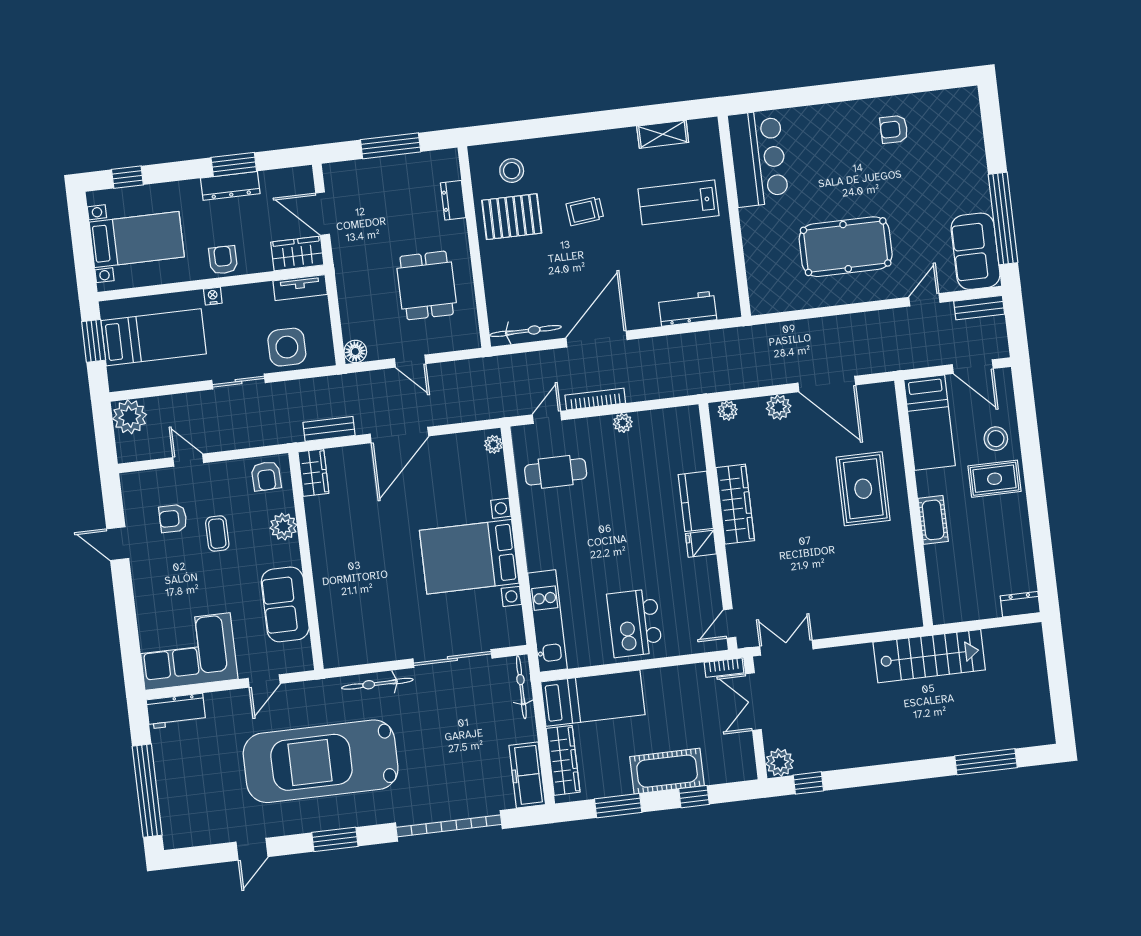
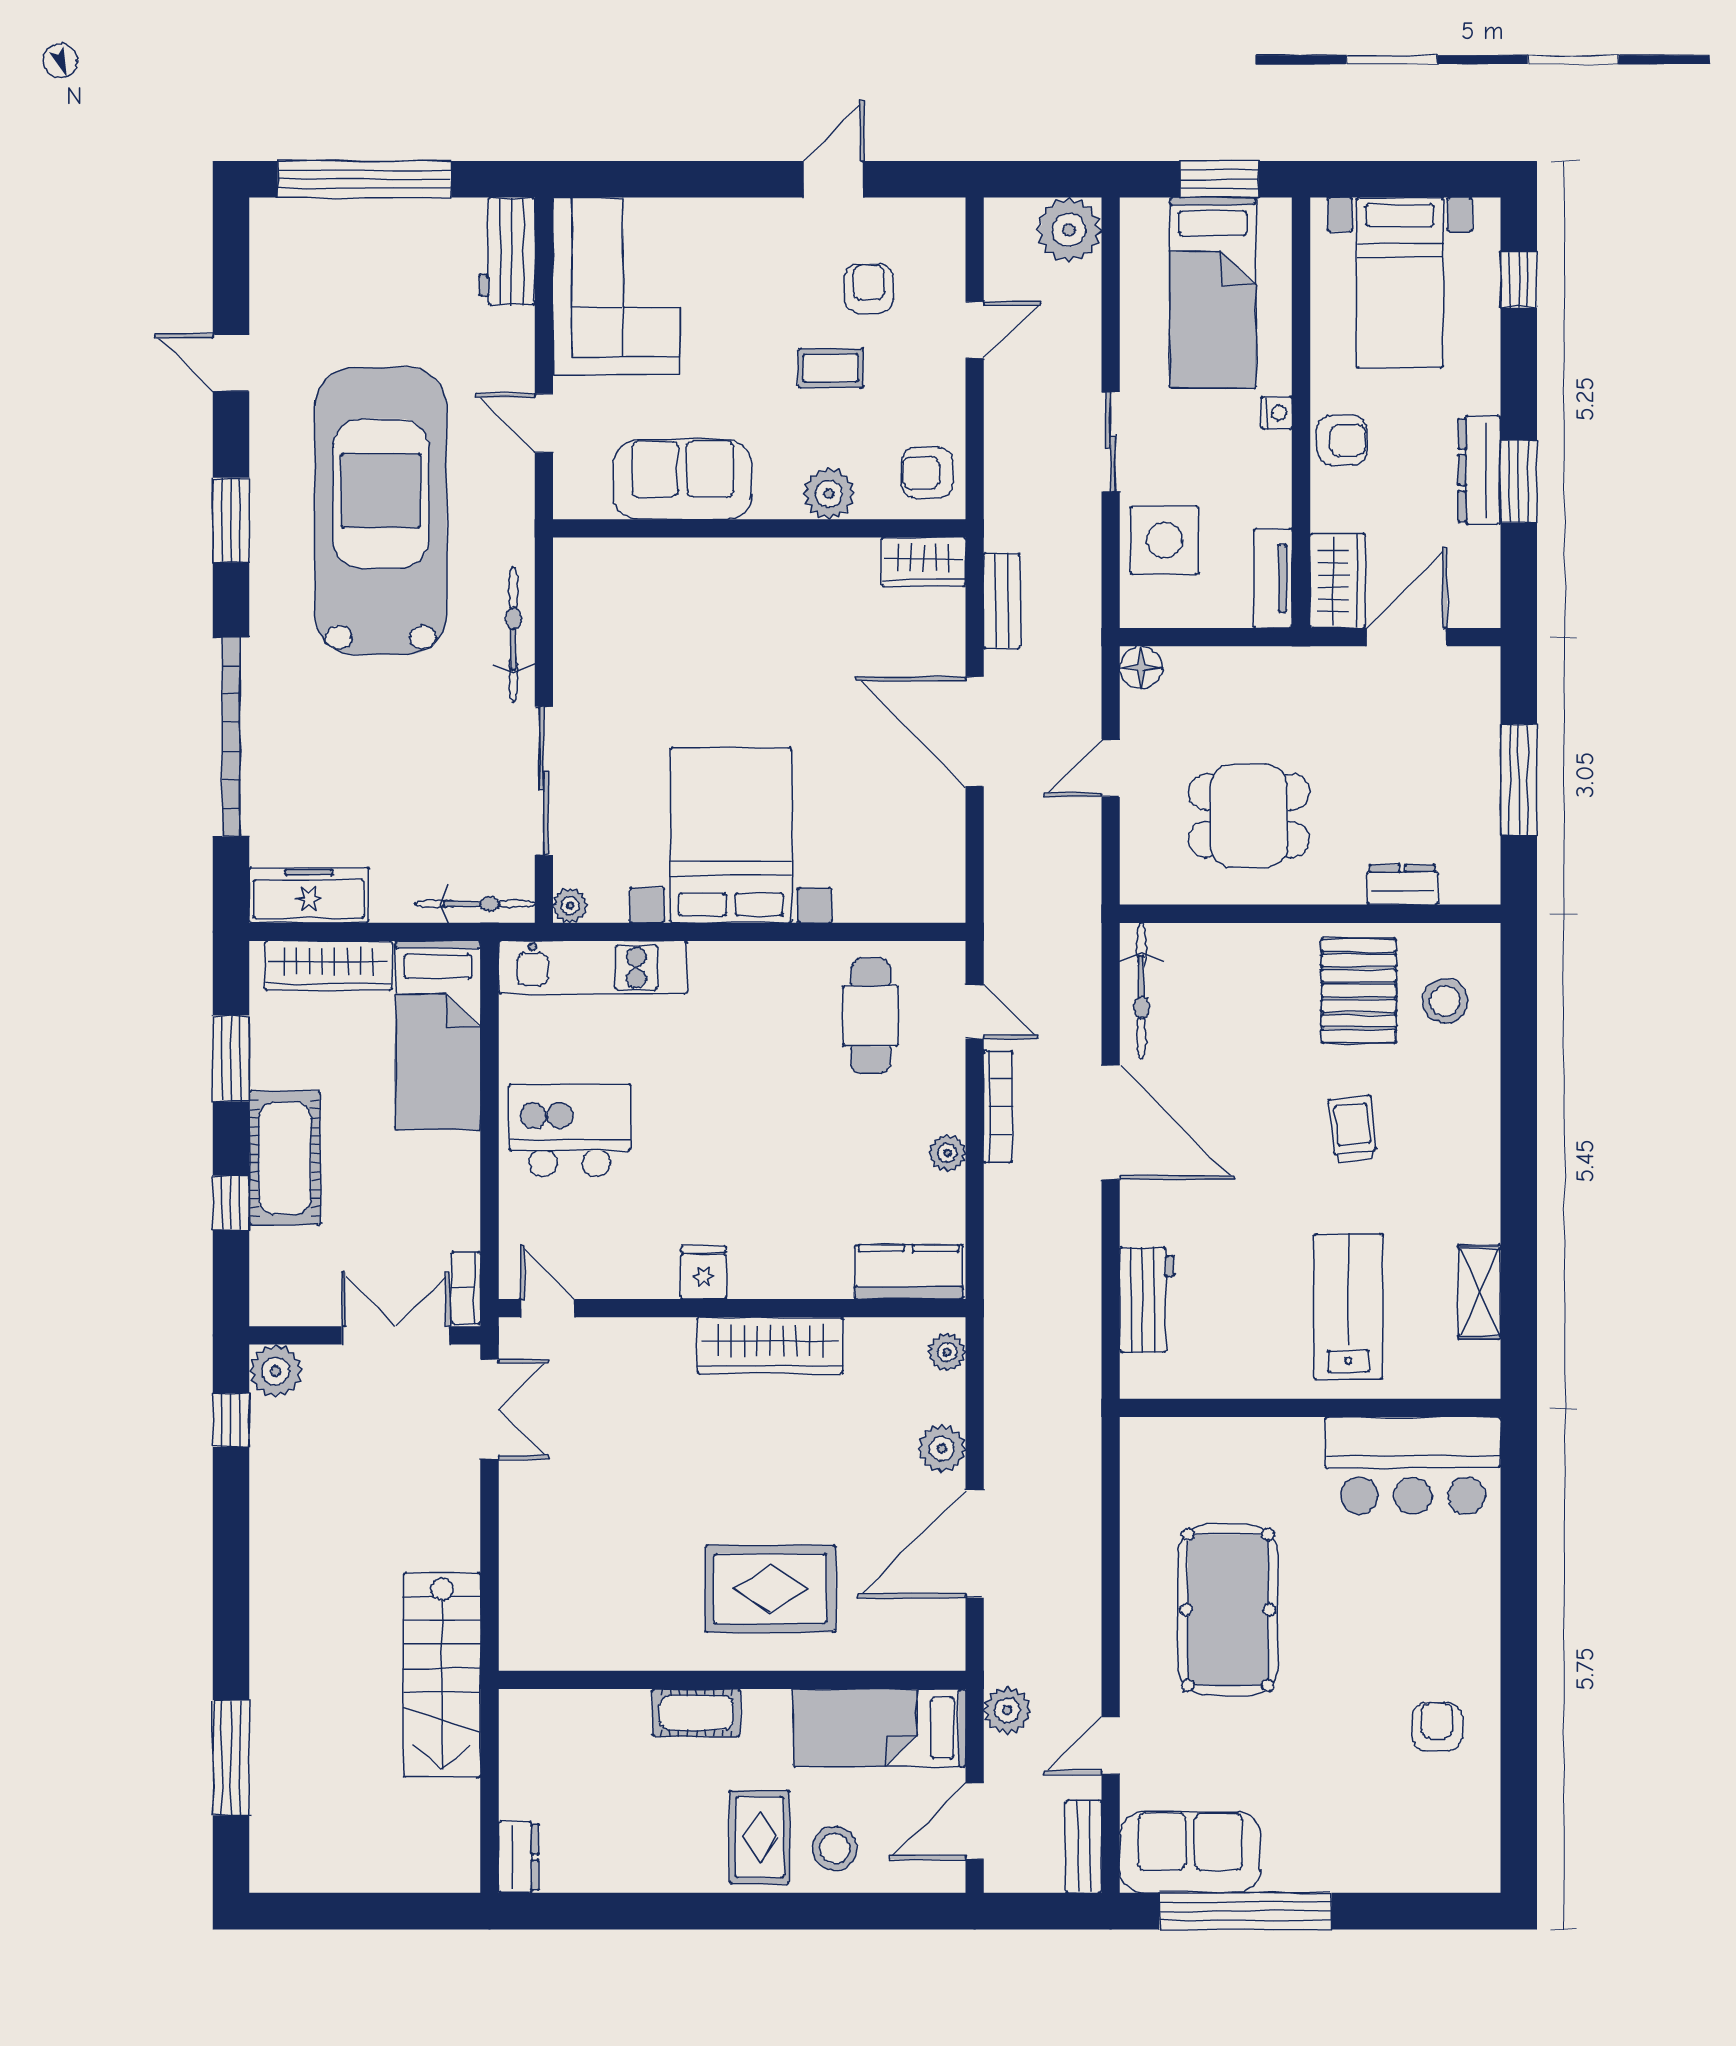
door: (924, 300) -> (1111, 1746), swing flipped
plant: (912, 356) -> (1007, 1710), added
plant: (493, 444) -> (570, 906), moved
kitchen counter: (696, 501) -> (909, 1272), moved

